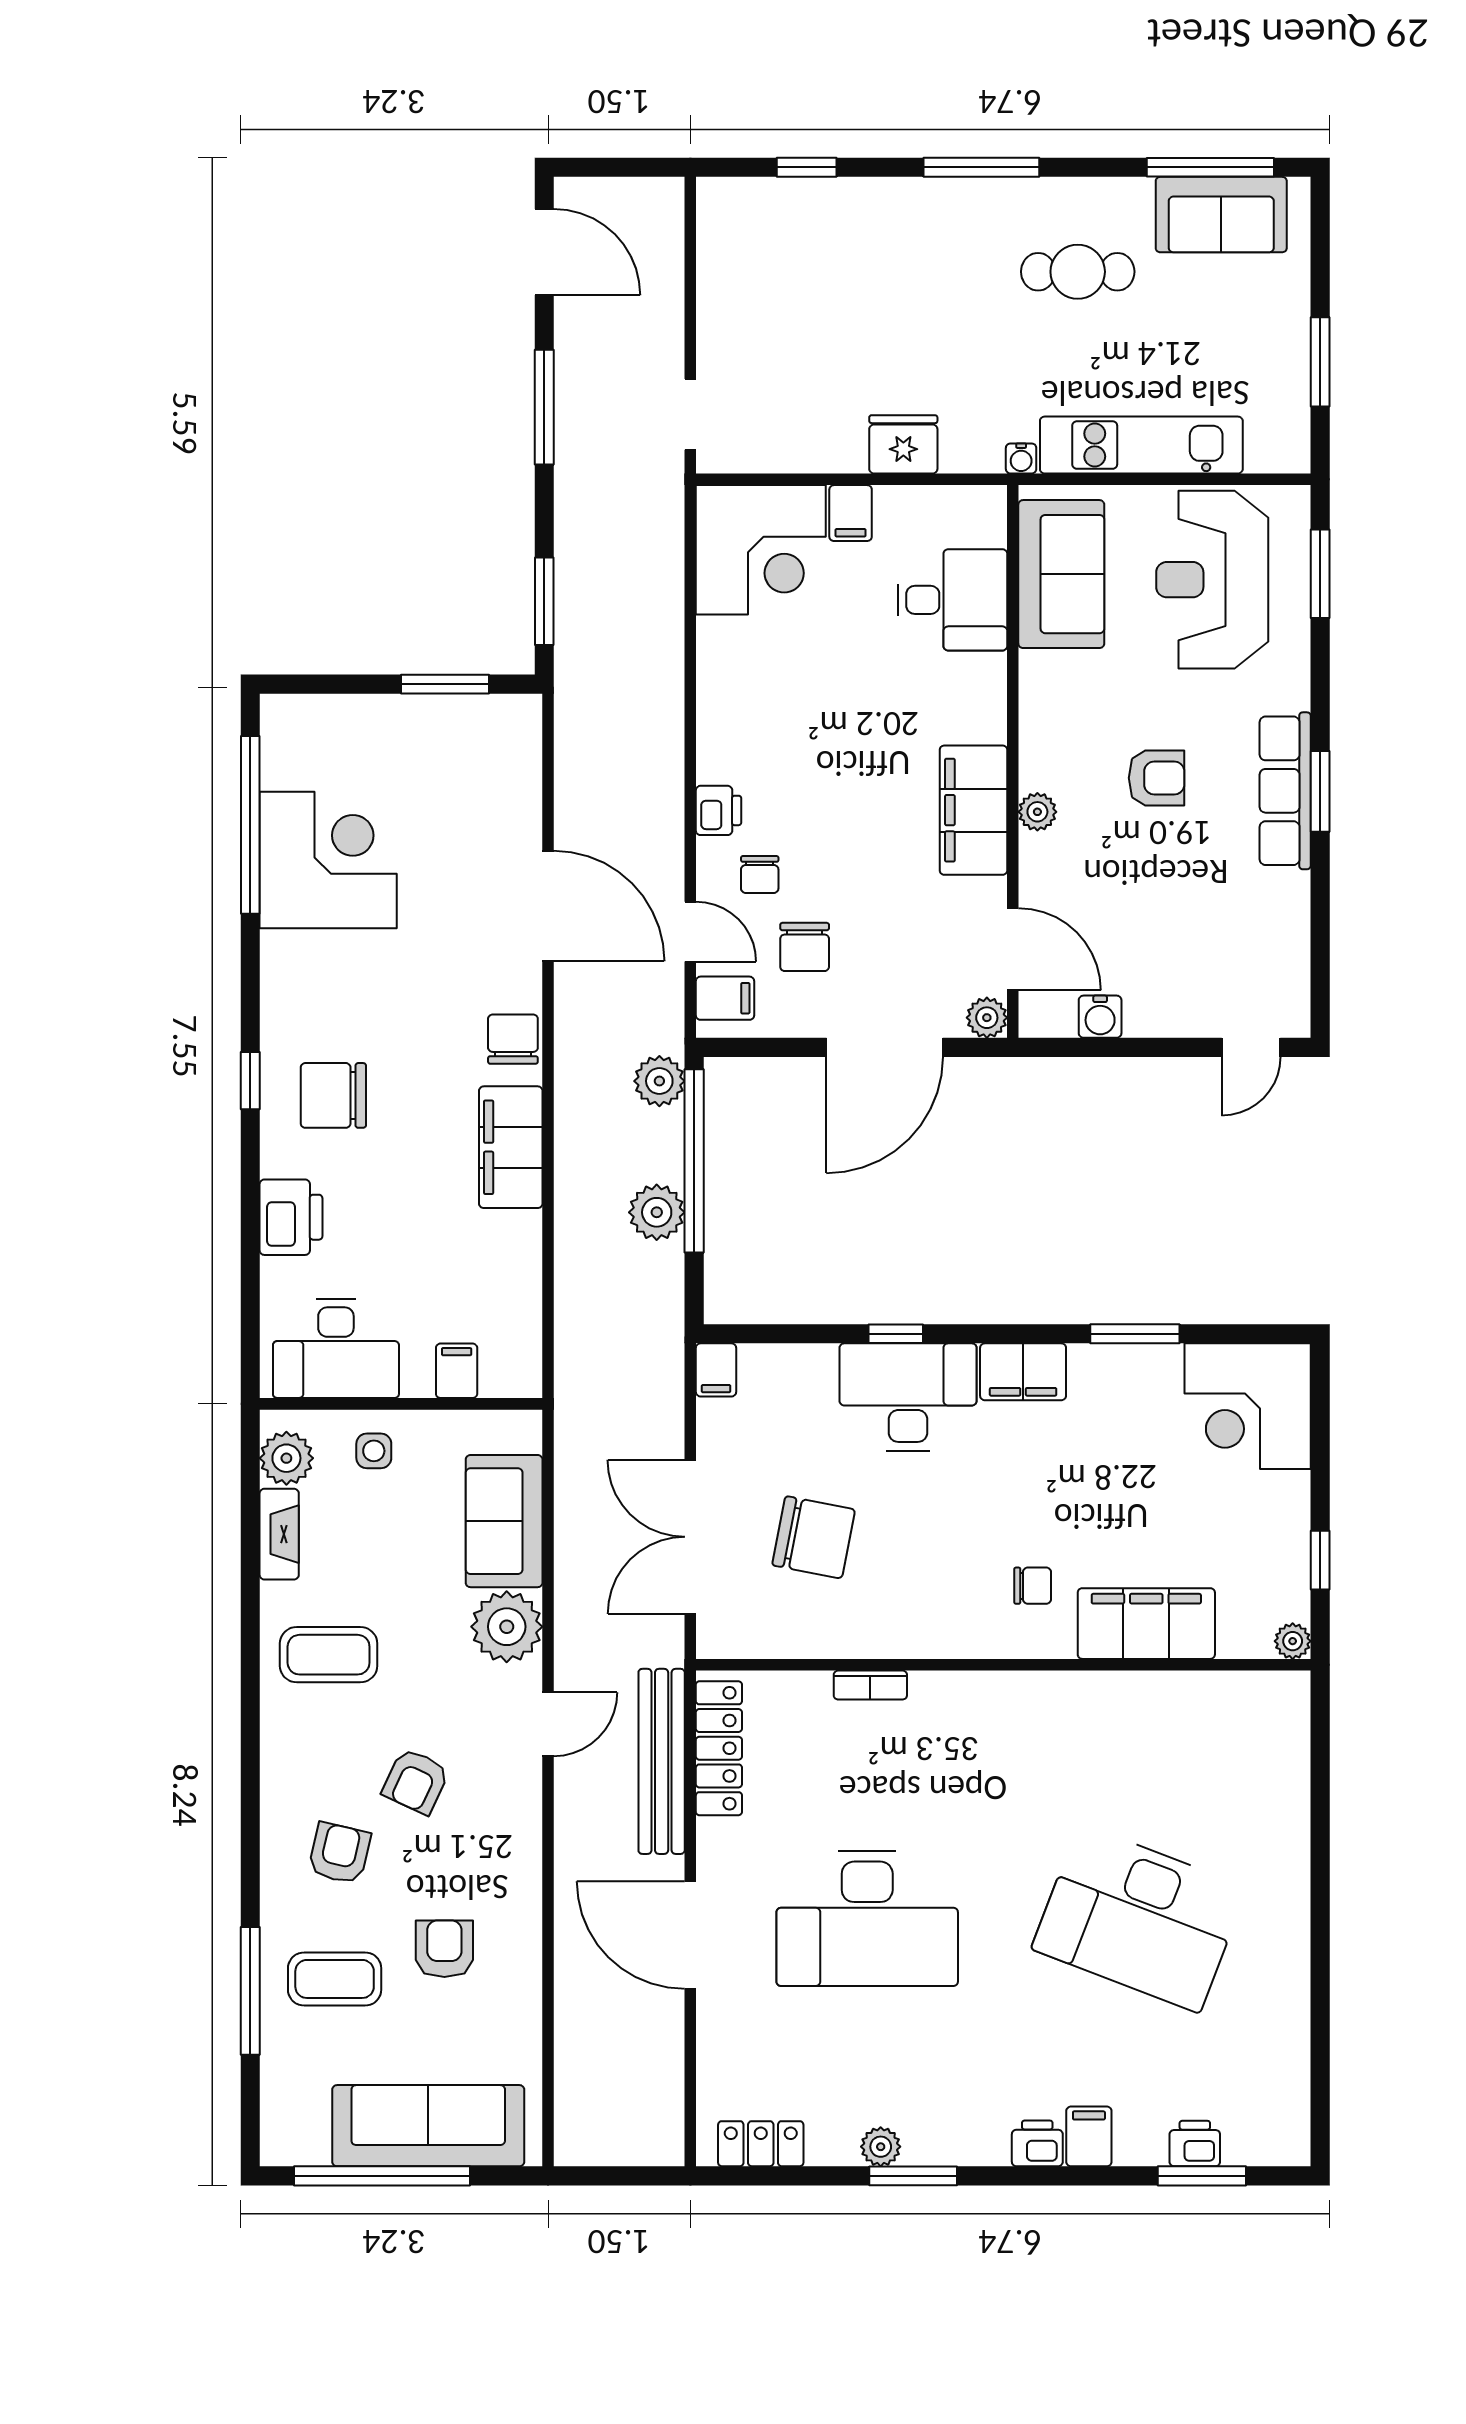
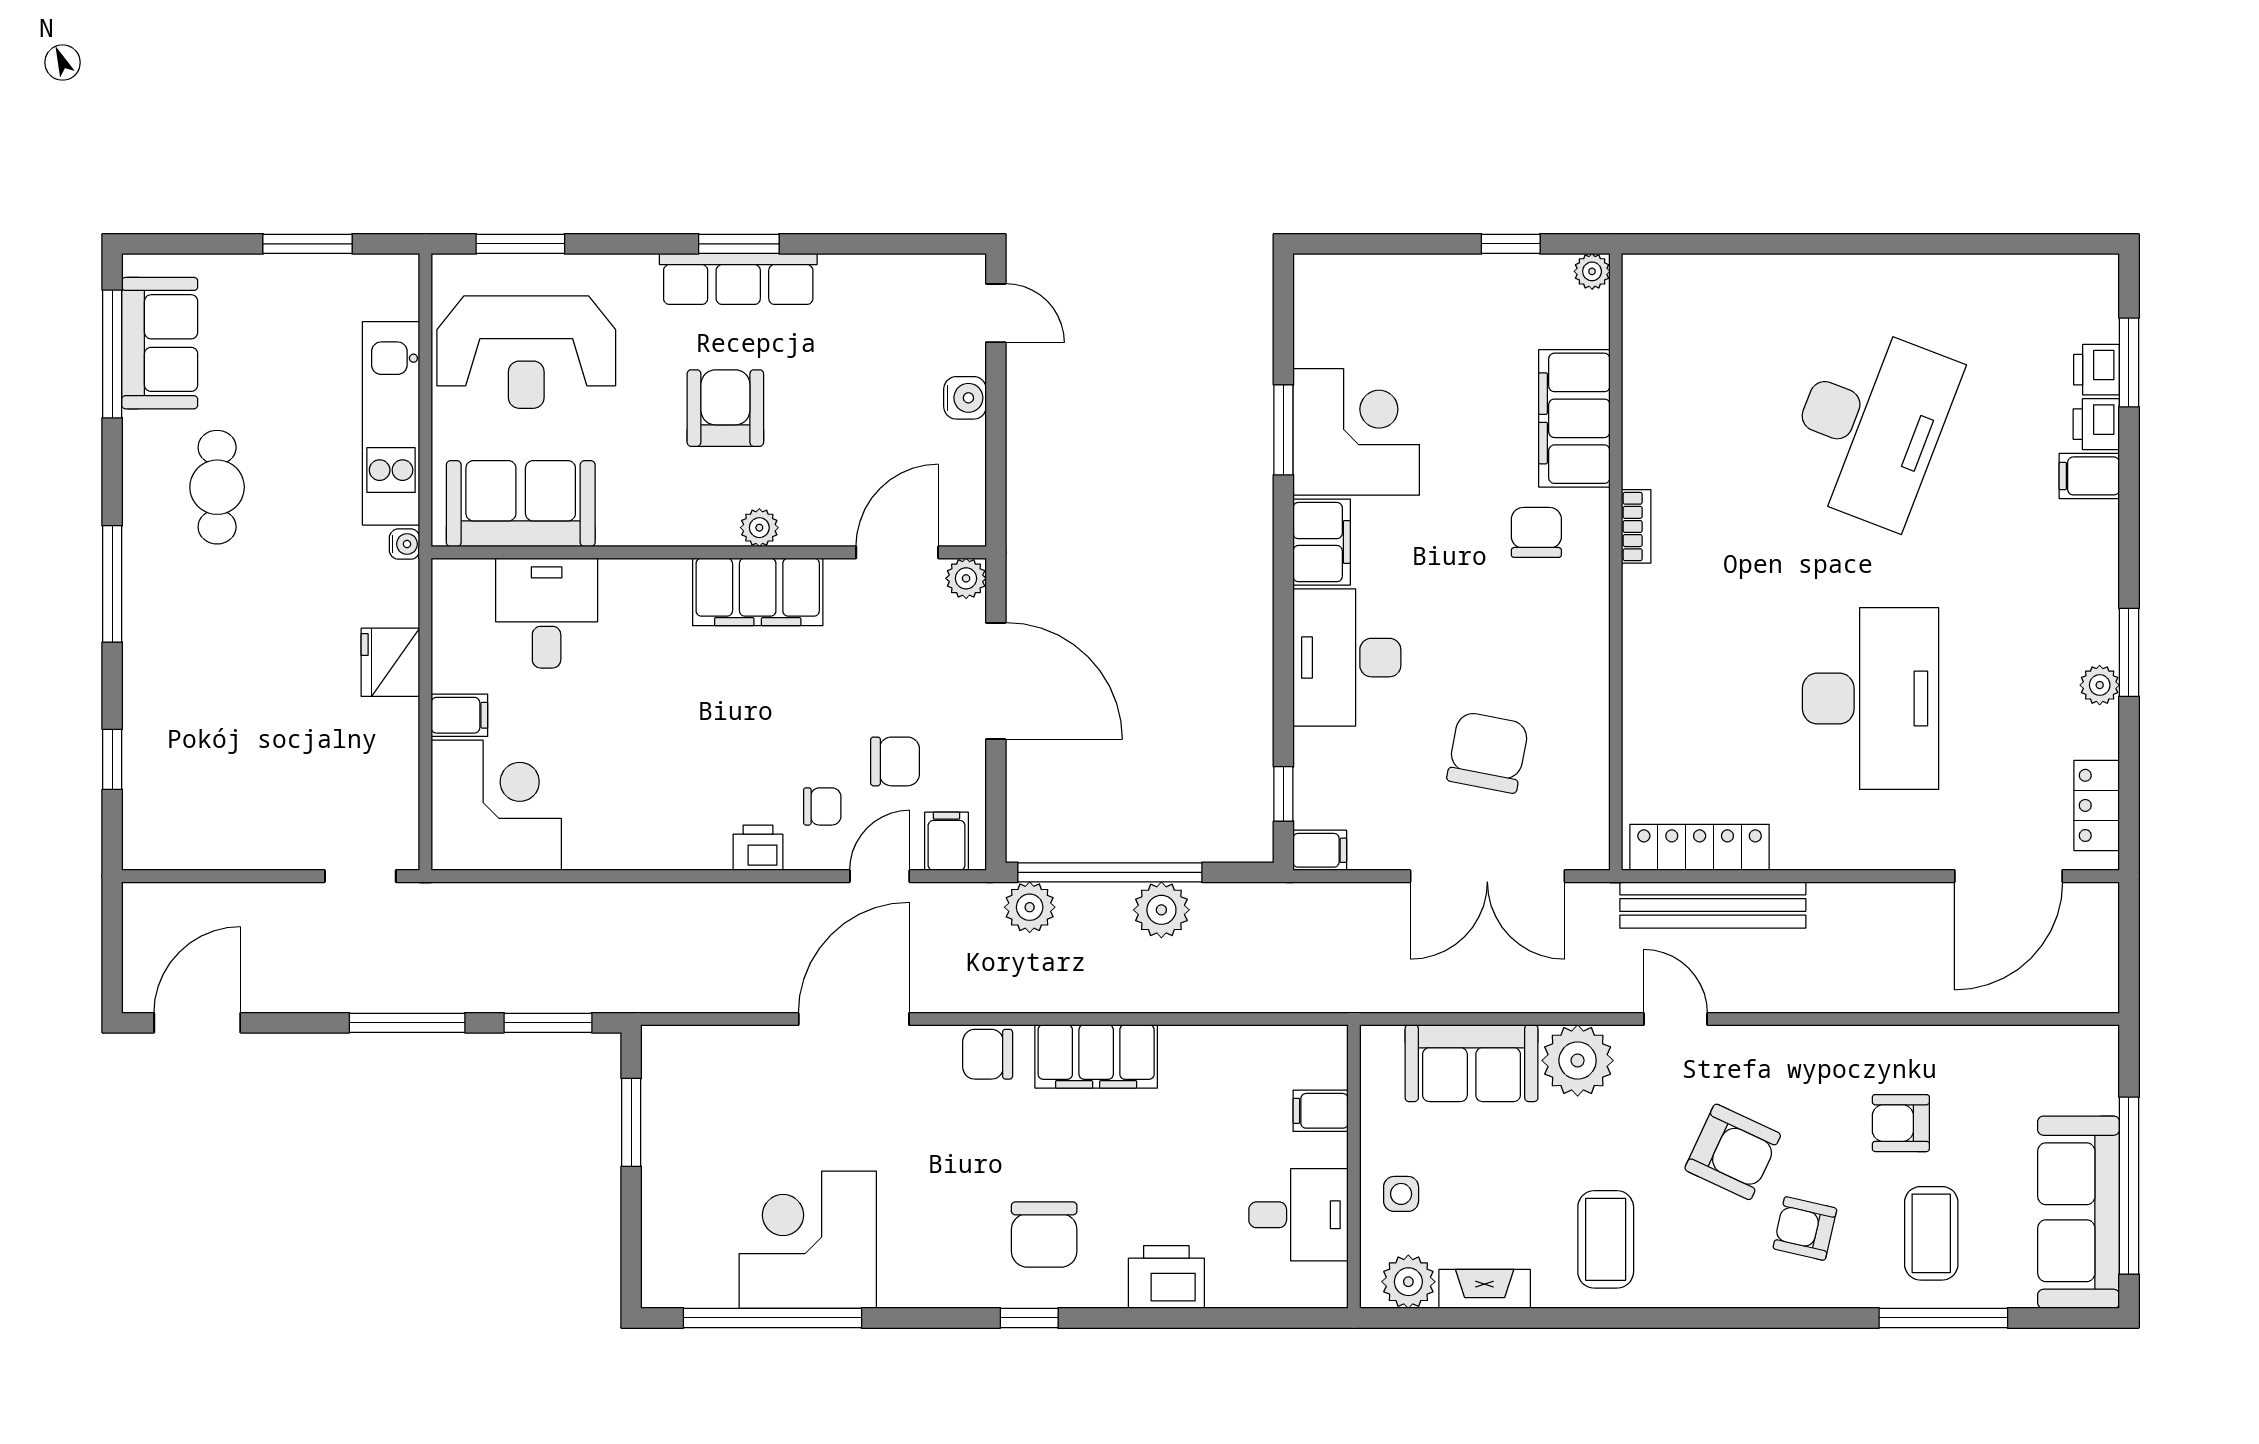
window: (544, 407) -> (407, 1023), moved
armchair: (1157, 778) -> (725, 408), width x1.38, depth x1.38
water cooler: (1100, 1017) -> (965, 398), moved
window: (896, 1334) -> (1283, 794), moved
desk: (336, 1349) -> (1298, 1215), width x0.73
corner desk: (1248, 1406) -> (1356, 432), moved, turned -90
chair: (1033, 1586) -> (1536, 532), width x1.37, depth x1.37
bookcase: (870, 1685) -> (1636, 526), moved
armchair: (416, 1781) -> (1733, 1152), width x1.38, depth x1.38
door: (690, 1935) -> (2009, 876), moved
sofa: (428, 2126) -> (2079, 1212), moved
printer: (1037, 2143) -> (2096, 424), moved

